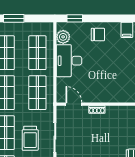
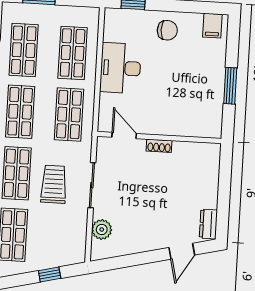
plant: (63, 37) -> (113, 31), removed
trolley: (30, 138) -> (54, 184), turned 180

